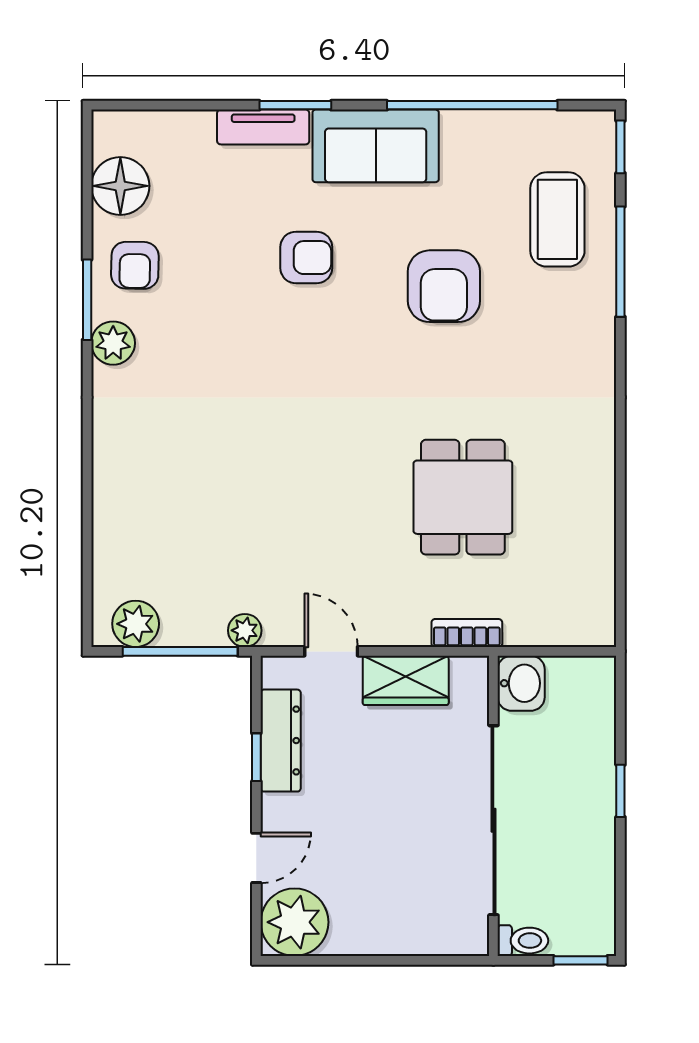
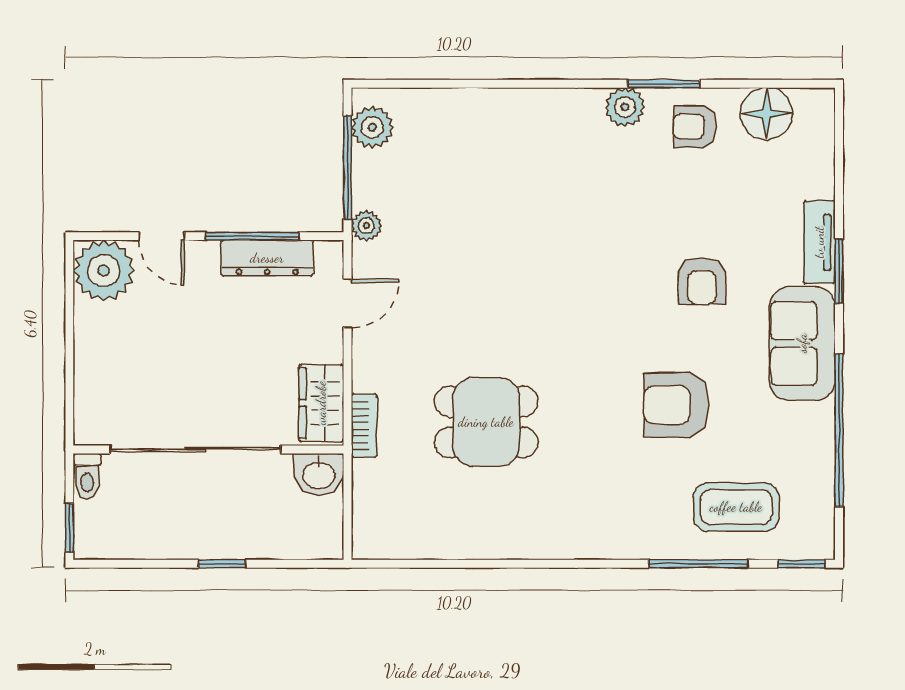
wardrobe: (406, 680) -> (321, 403), moved
window: (256, 757) -> (252, 236), width x2.17

